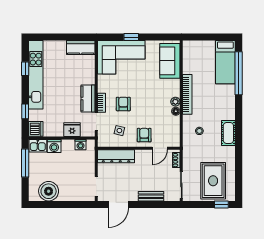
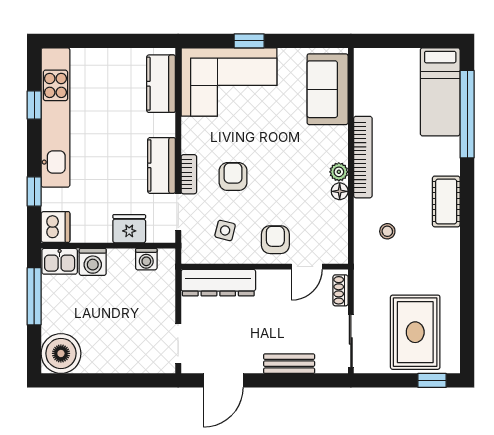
kitchen counter: (81, 48) -> (161, 84), moved, turned 90
cot: (228, 133) -> (446, 201), moved
boiler: (49, 191) -> (61, 353), moved

